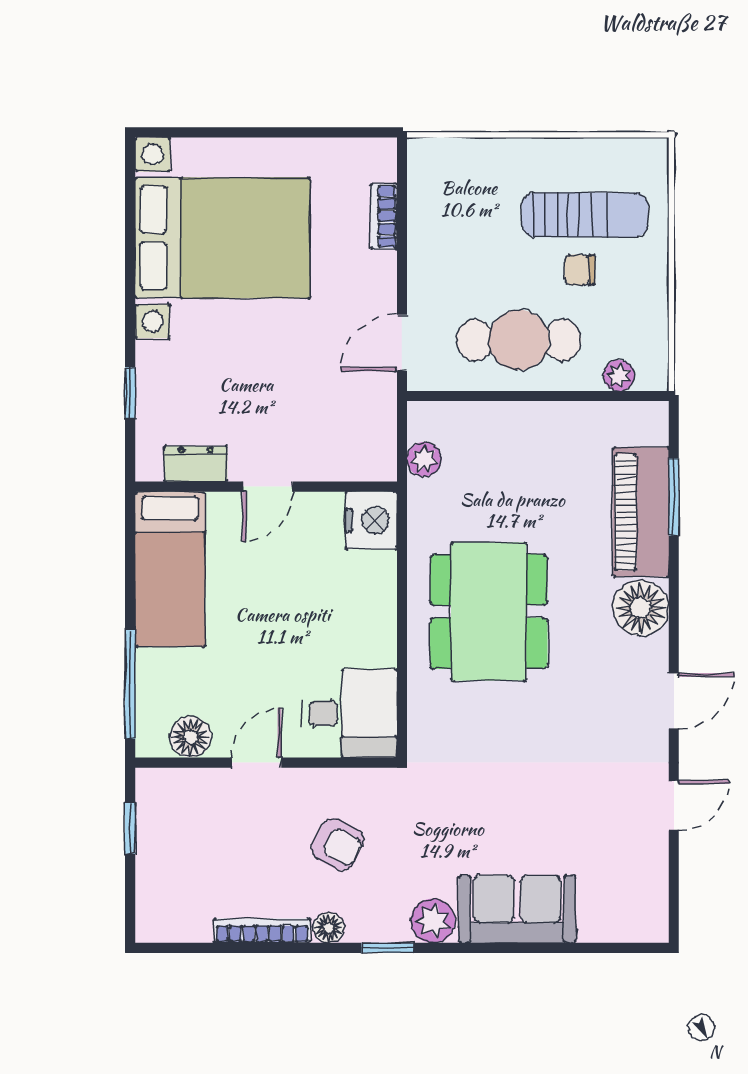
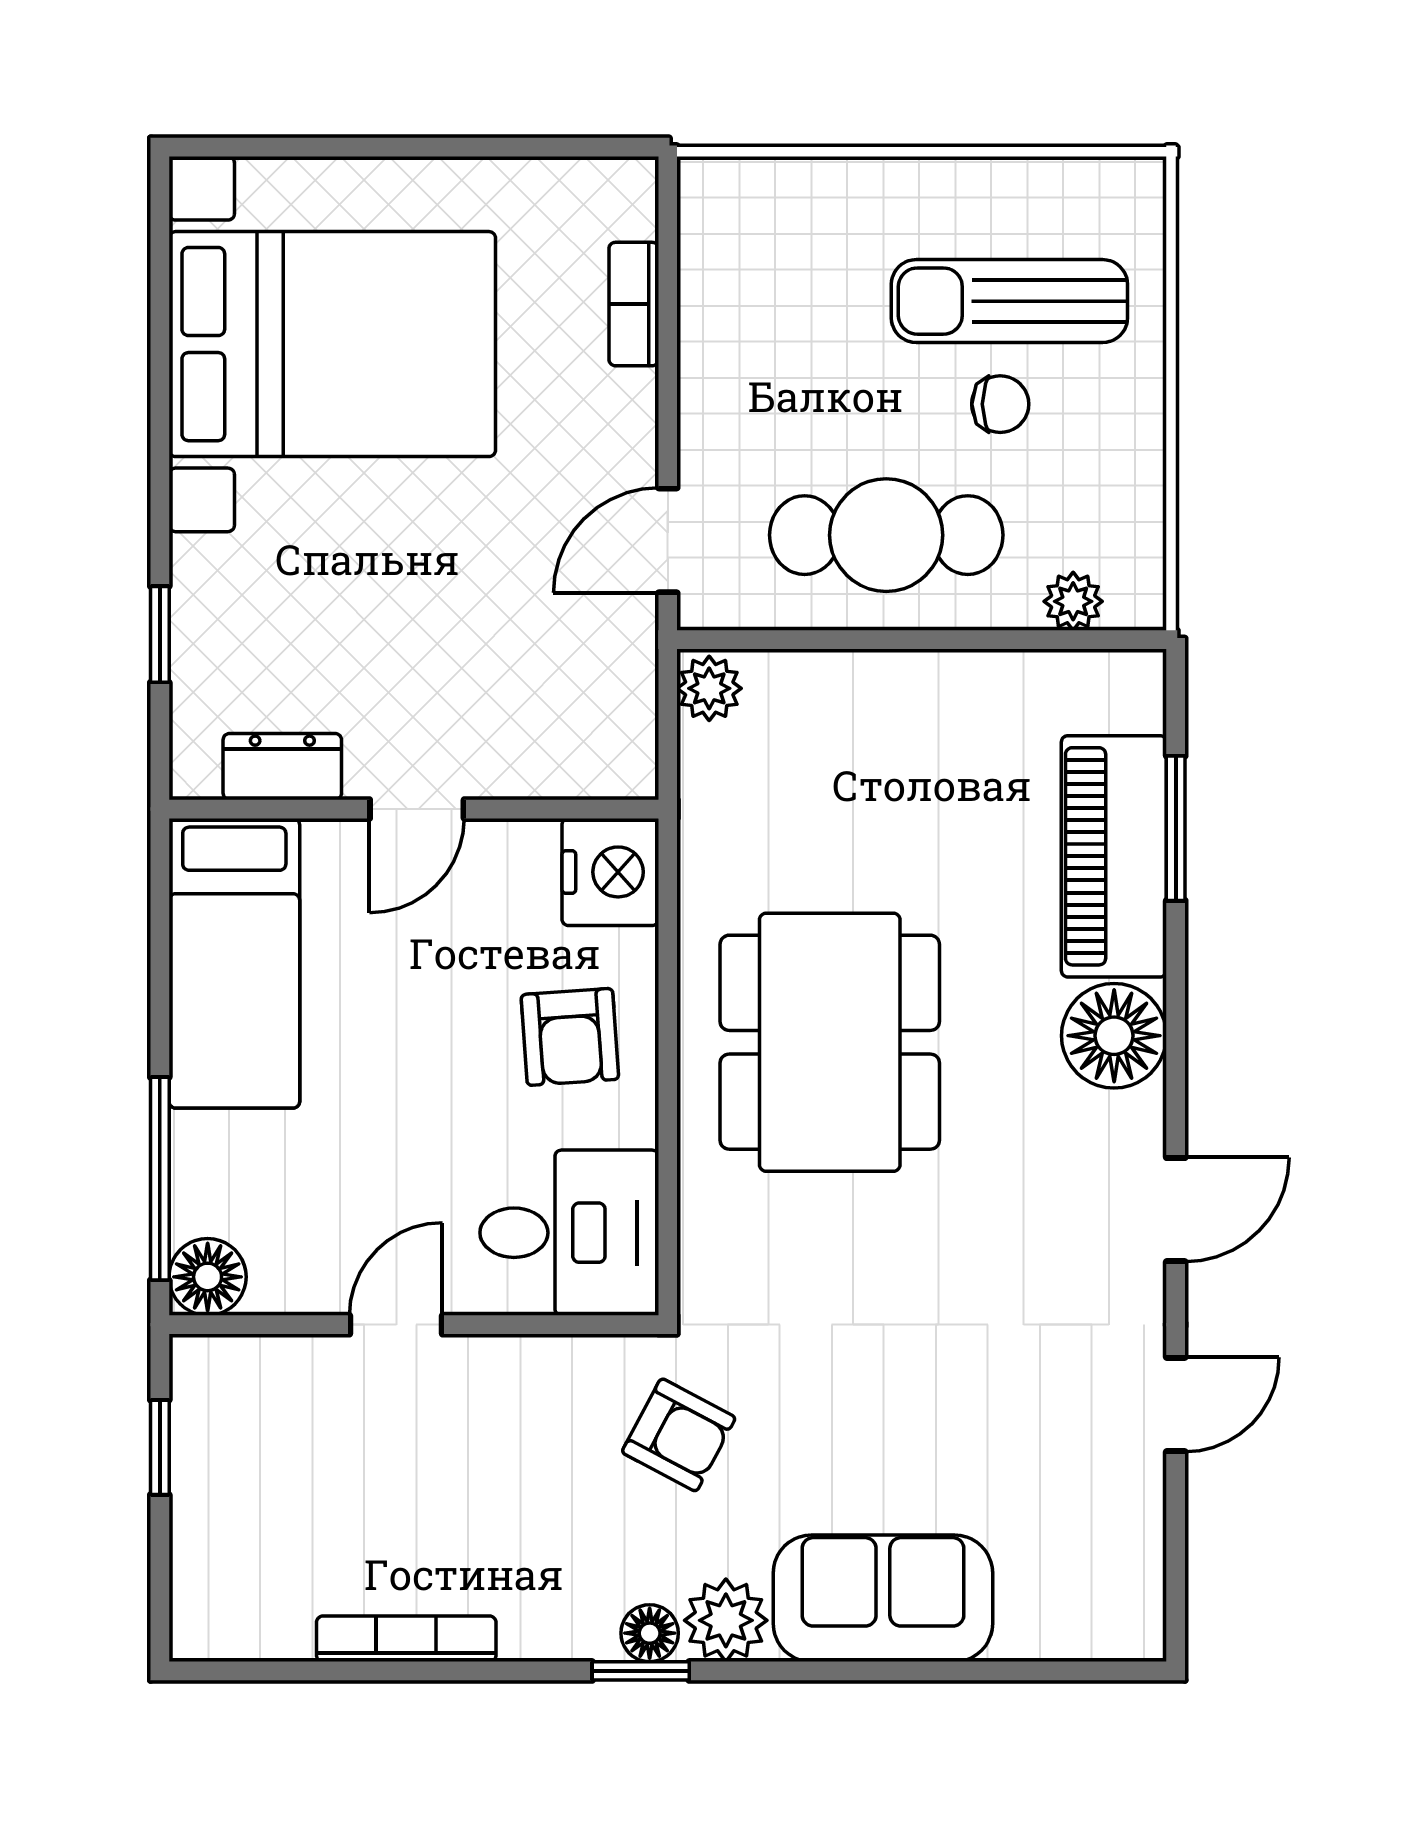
sun lounger: (585, 215) -> (1009, 301), turned 180
chair: (580, 270) -> (1000, 404), turned 180
plant: (424, 459) -> (709, 688), moved
armchair: (350, 609) -> (570, 1037), added
floor lamp: (190, 737) -> (208, 1277), moved
armchair: (338, 844) -> (679, 1435), moved
floor lamp: (329, 928) -> (650, 1633), moved

